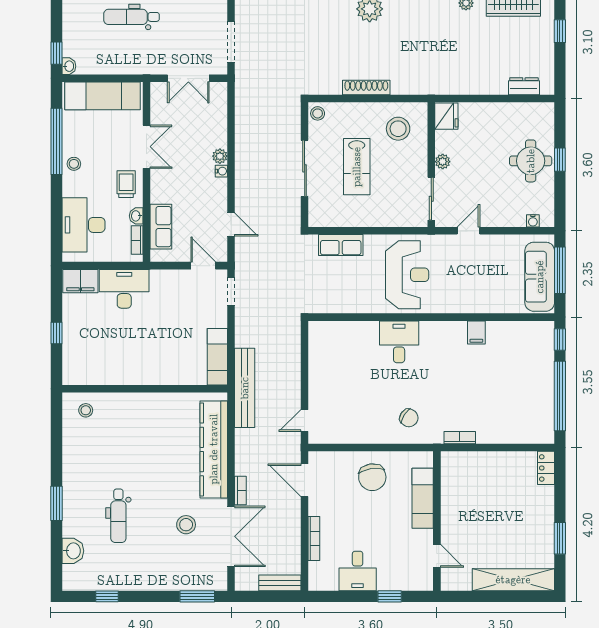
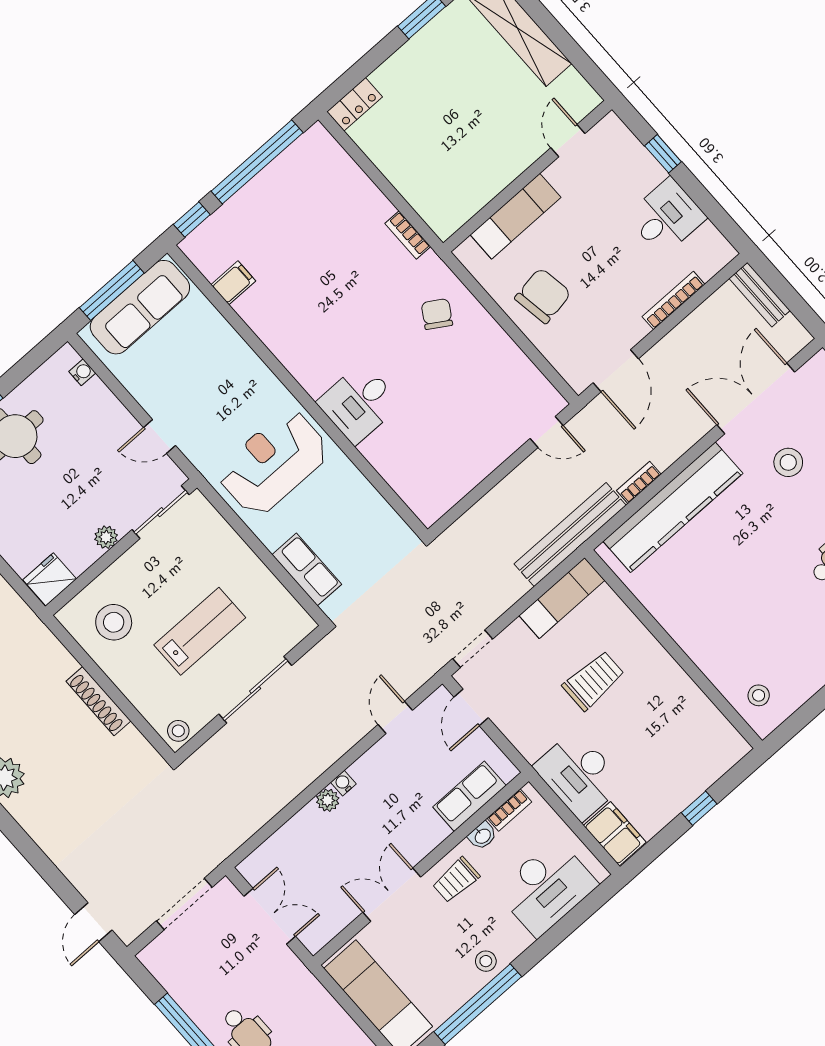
filing cabinet: (476, 333) -> (233, 283), moved
trolley: (164, 337) -> (594, 680), added
bookcase: (240, 490) -> (639, 482), moved

